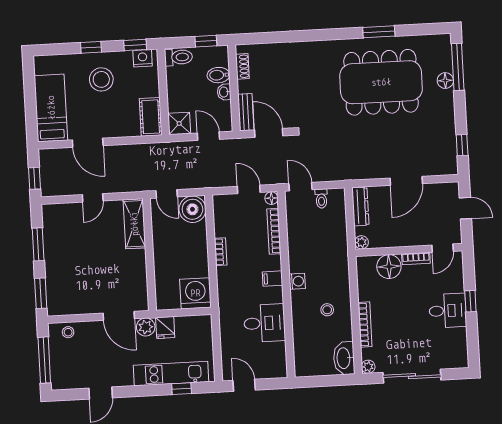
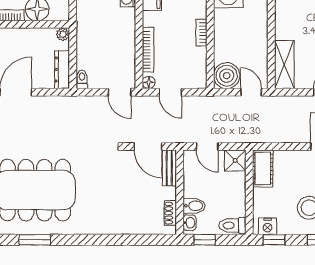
washbasin: (224, 92) -> (189, 223), moved
toilet: (321, 199) -> (82, 79), moved

